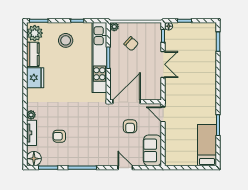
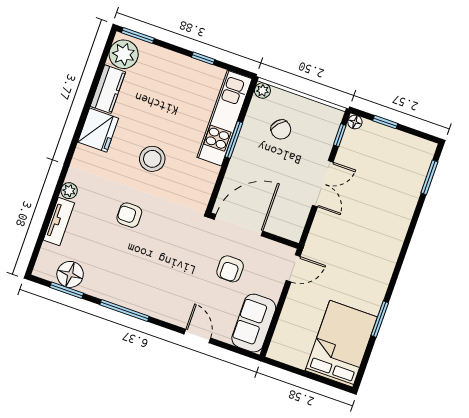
stool: (66, 40) -> (152, 159), moved
kitchen unit: (99, 58) -> (224, 118), width x0.73
door: (163, 114) -> (293, 268), swing flipped
armchair: (59, 136) -> (129, 215), moved
bed: (207, 145) -> (341, 344), width x1.50
floor lamp: (34, 159) -> (70, 274), moved

